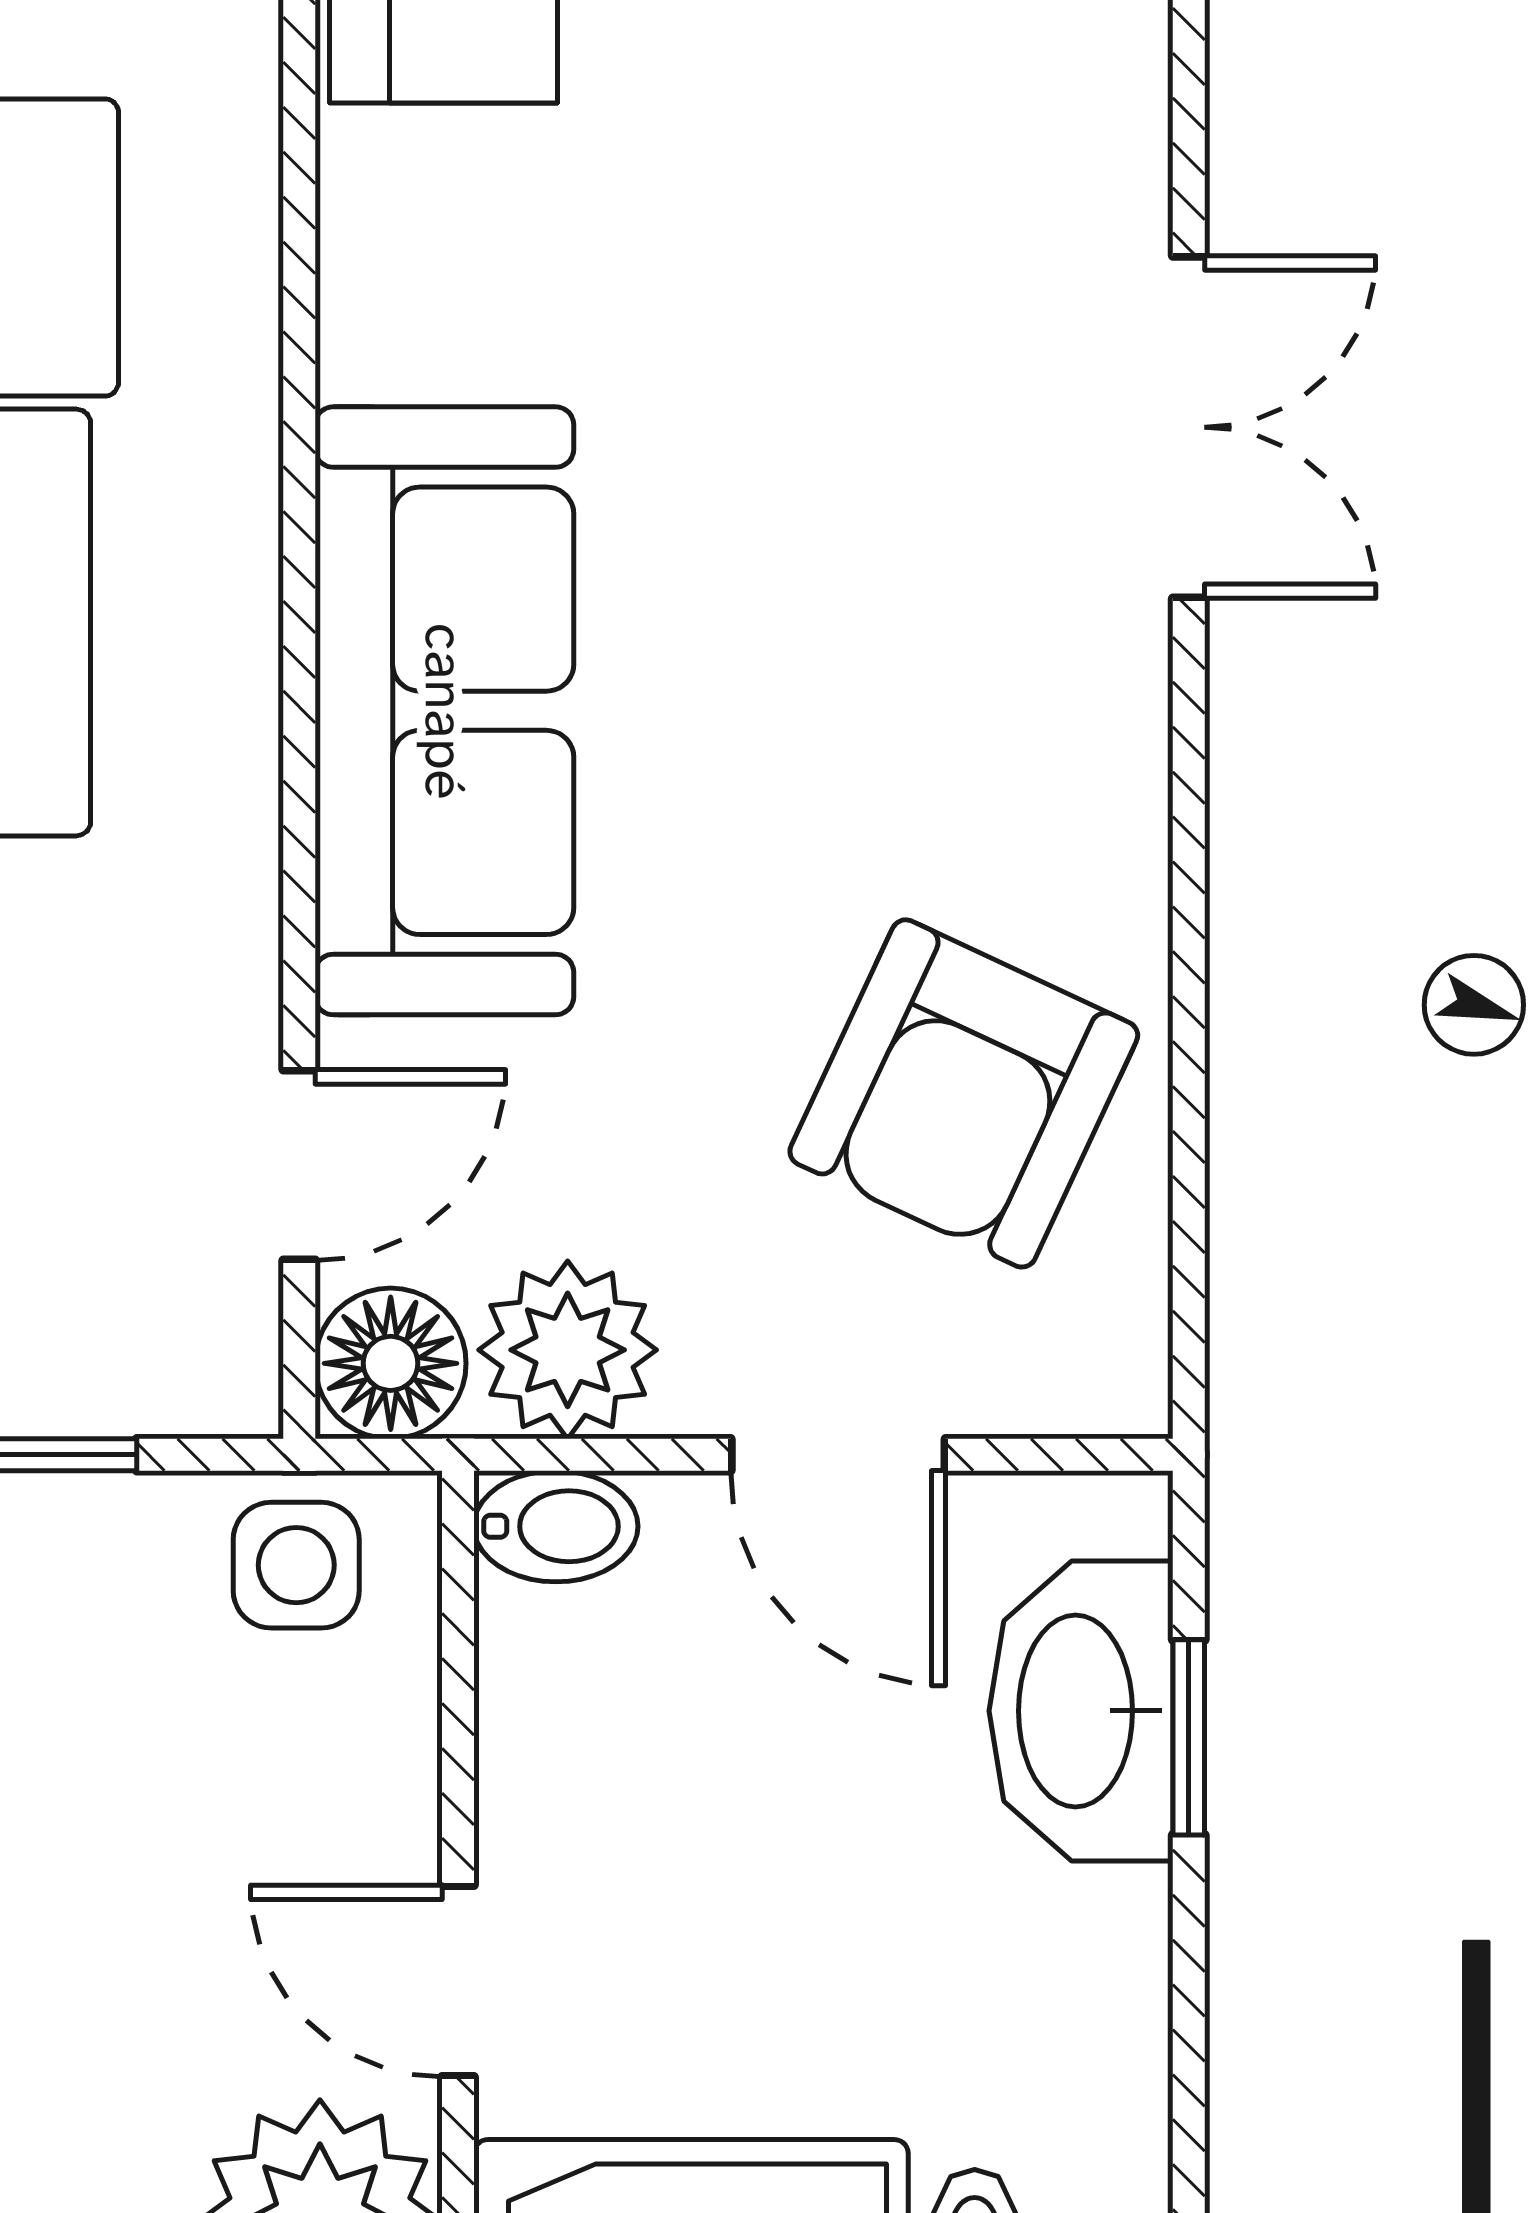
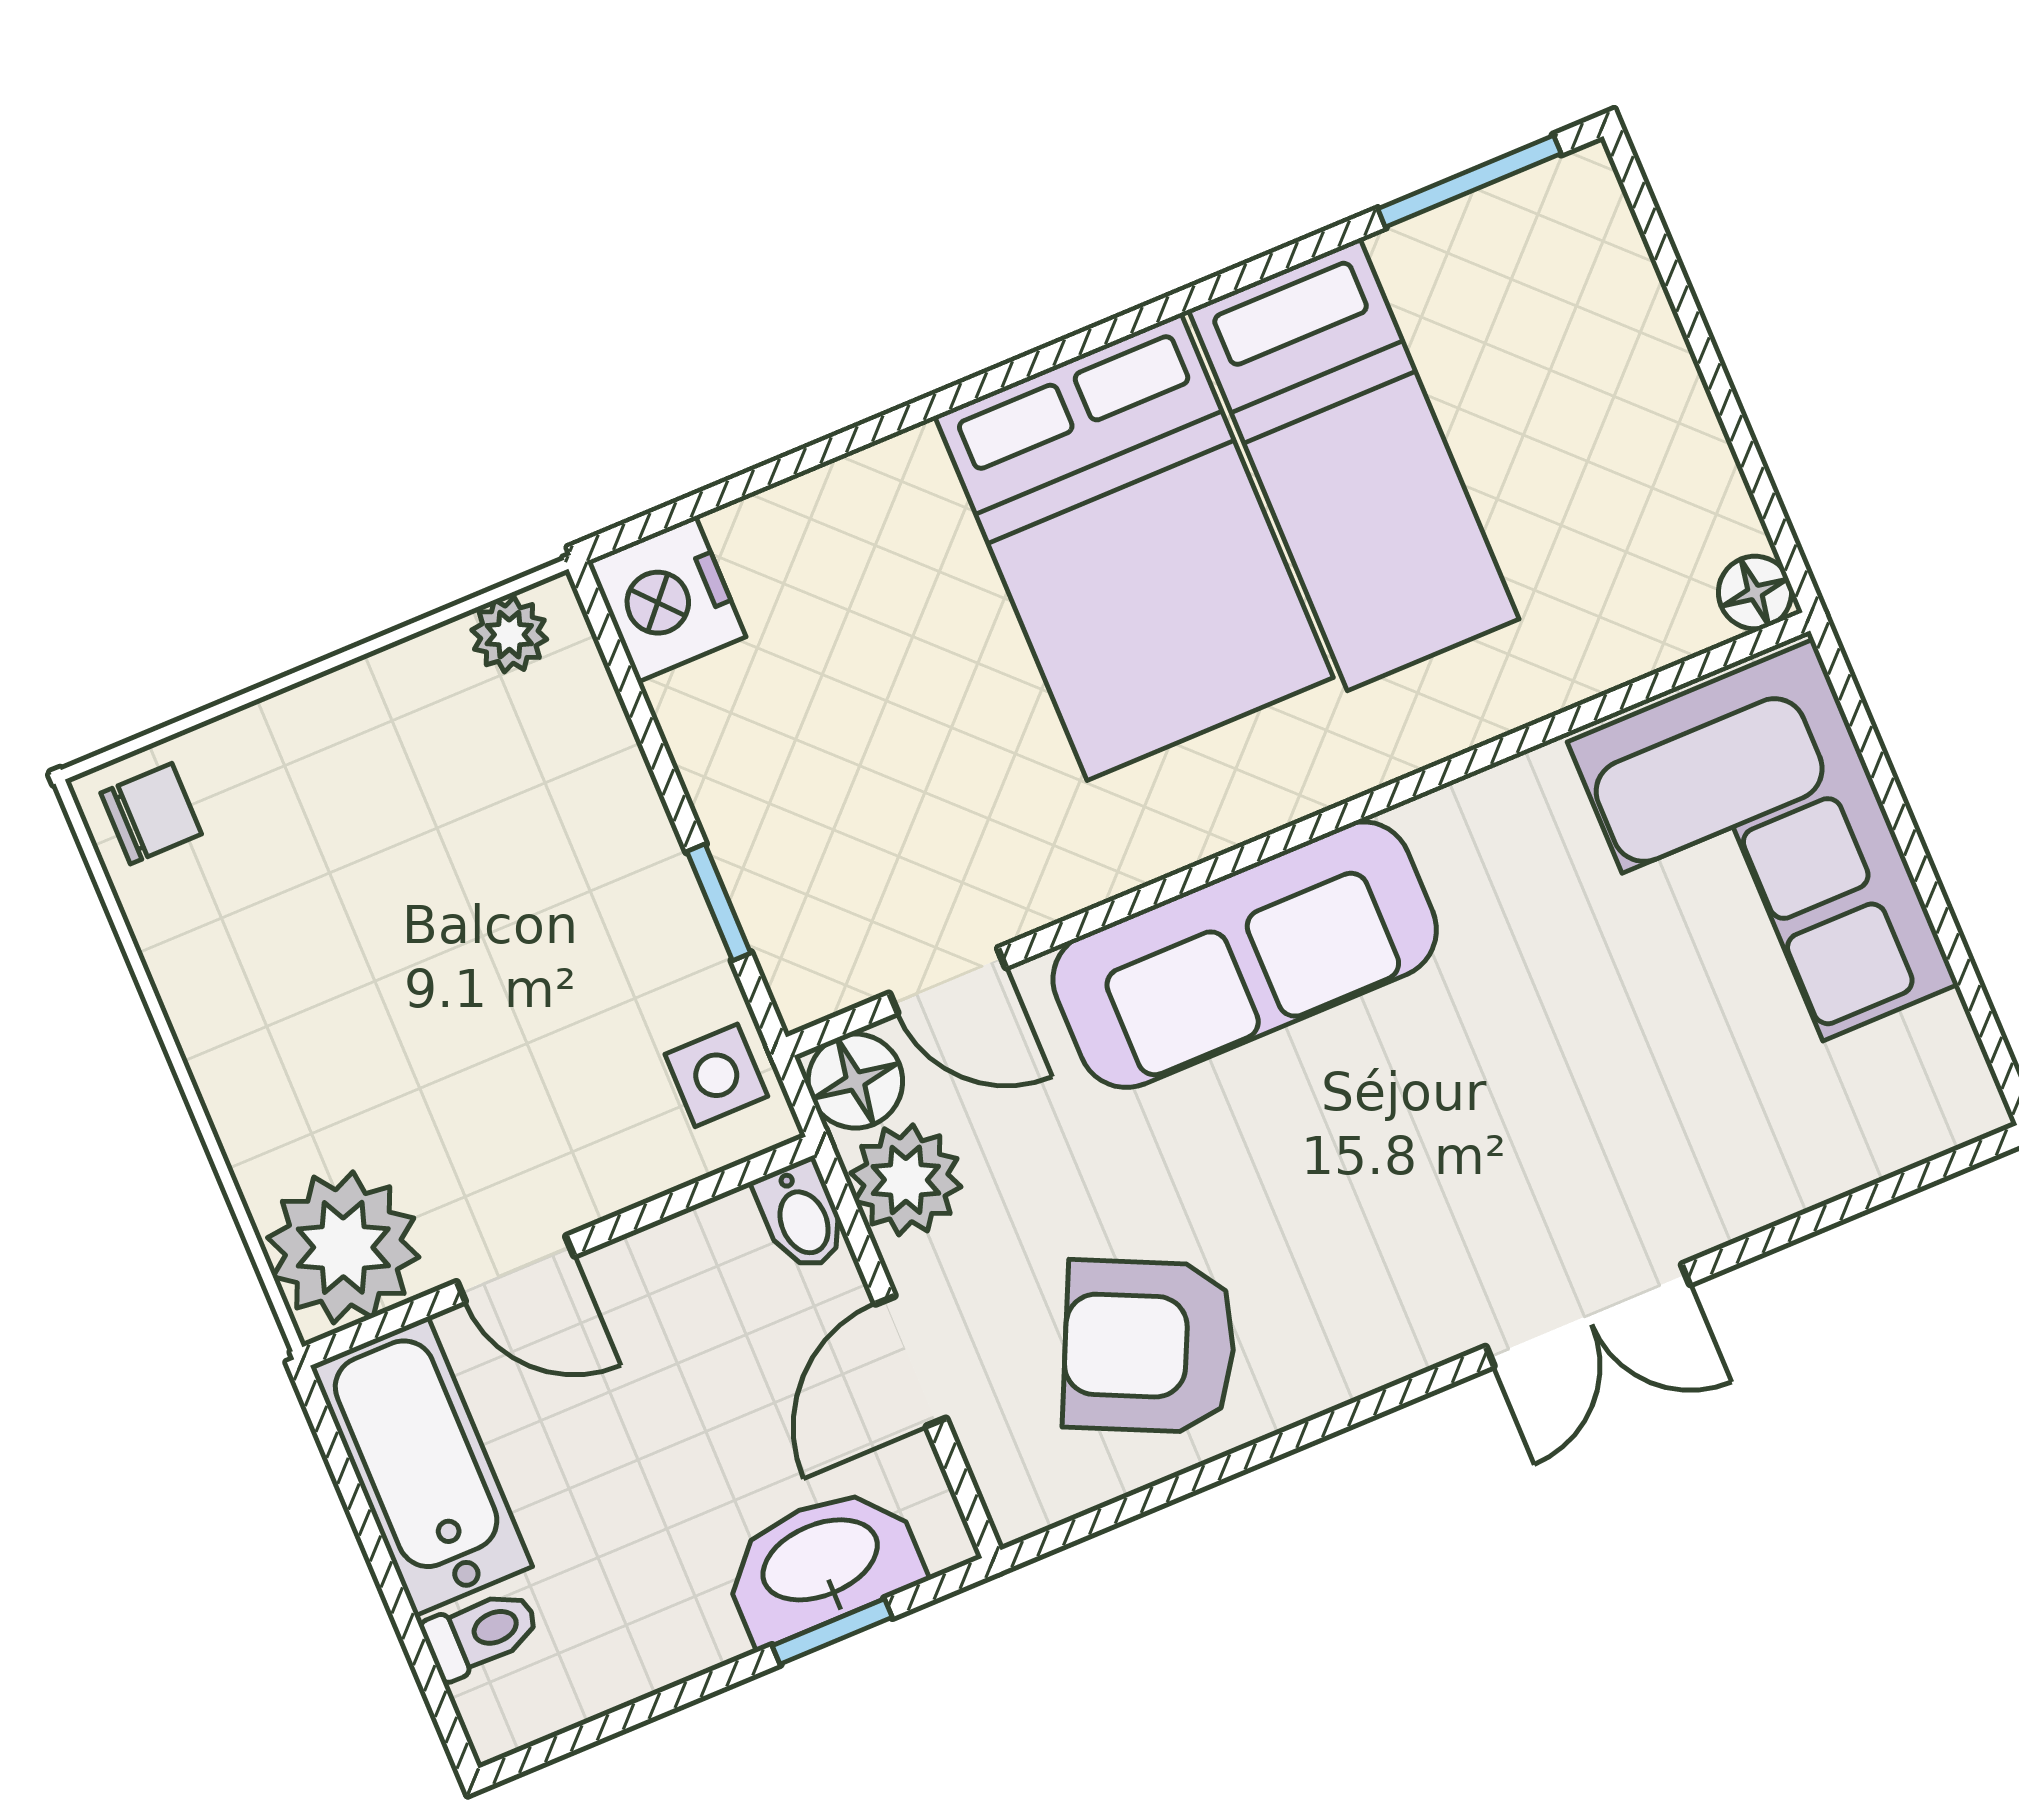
door: (458, 1981) -> (515, 1269), swing flipped

